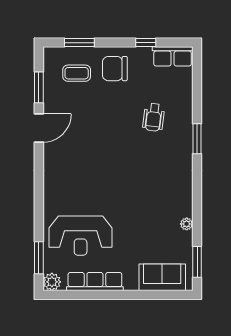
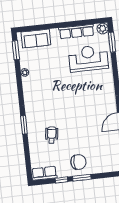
window: (79, 43) -> (82, 178), moved
coffee table: (77, 73) -> (101, 157), removed

